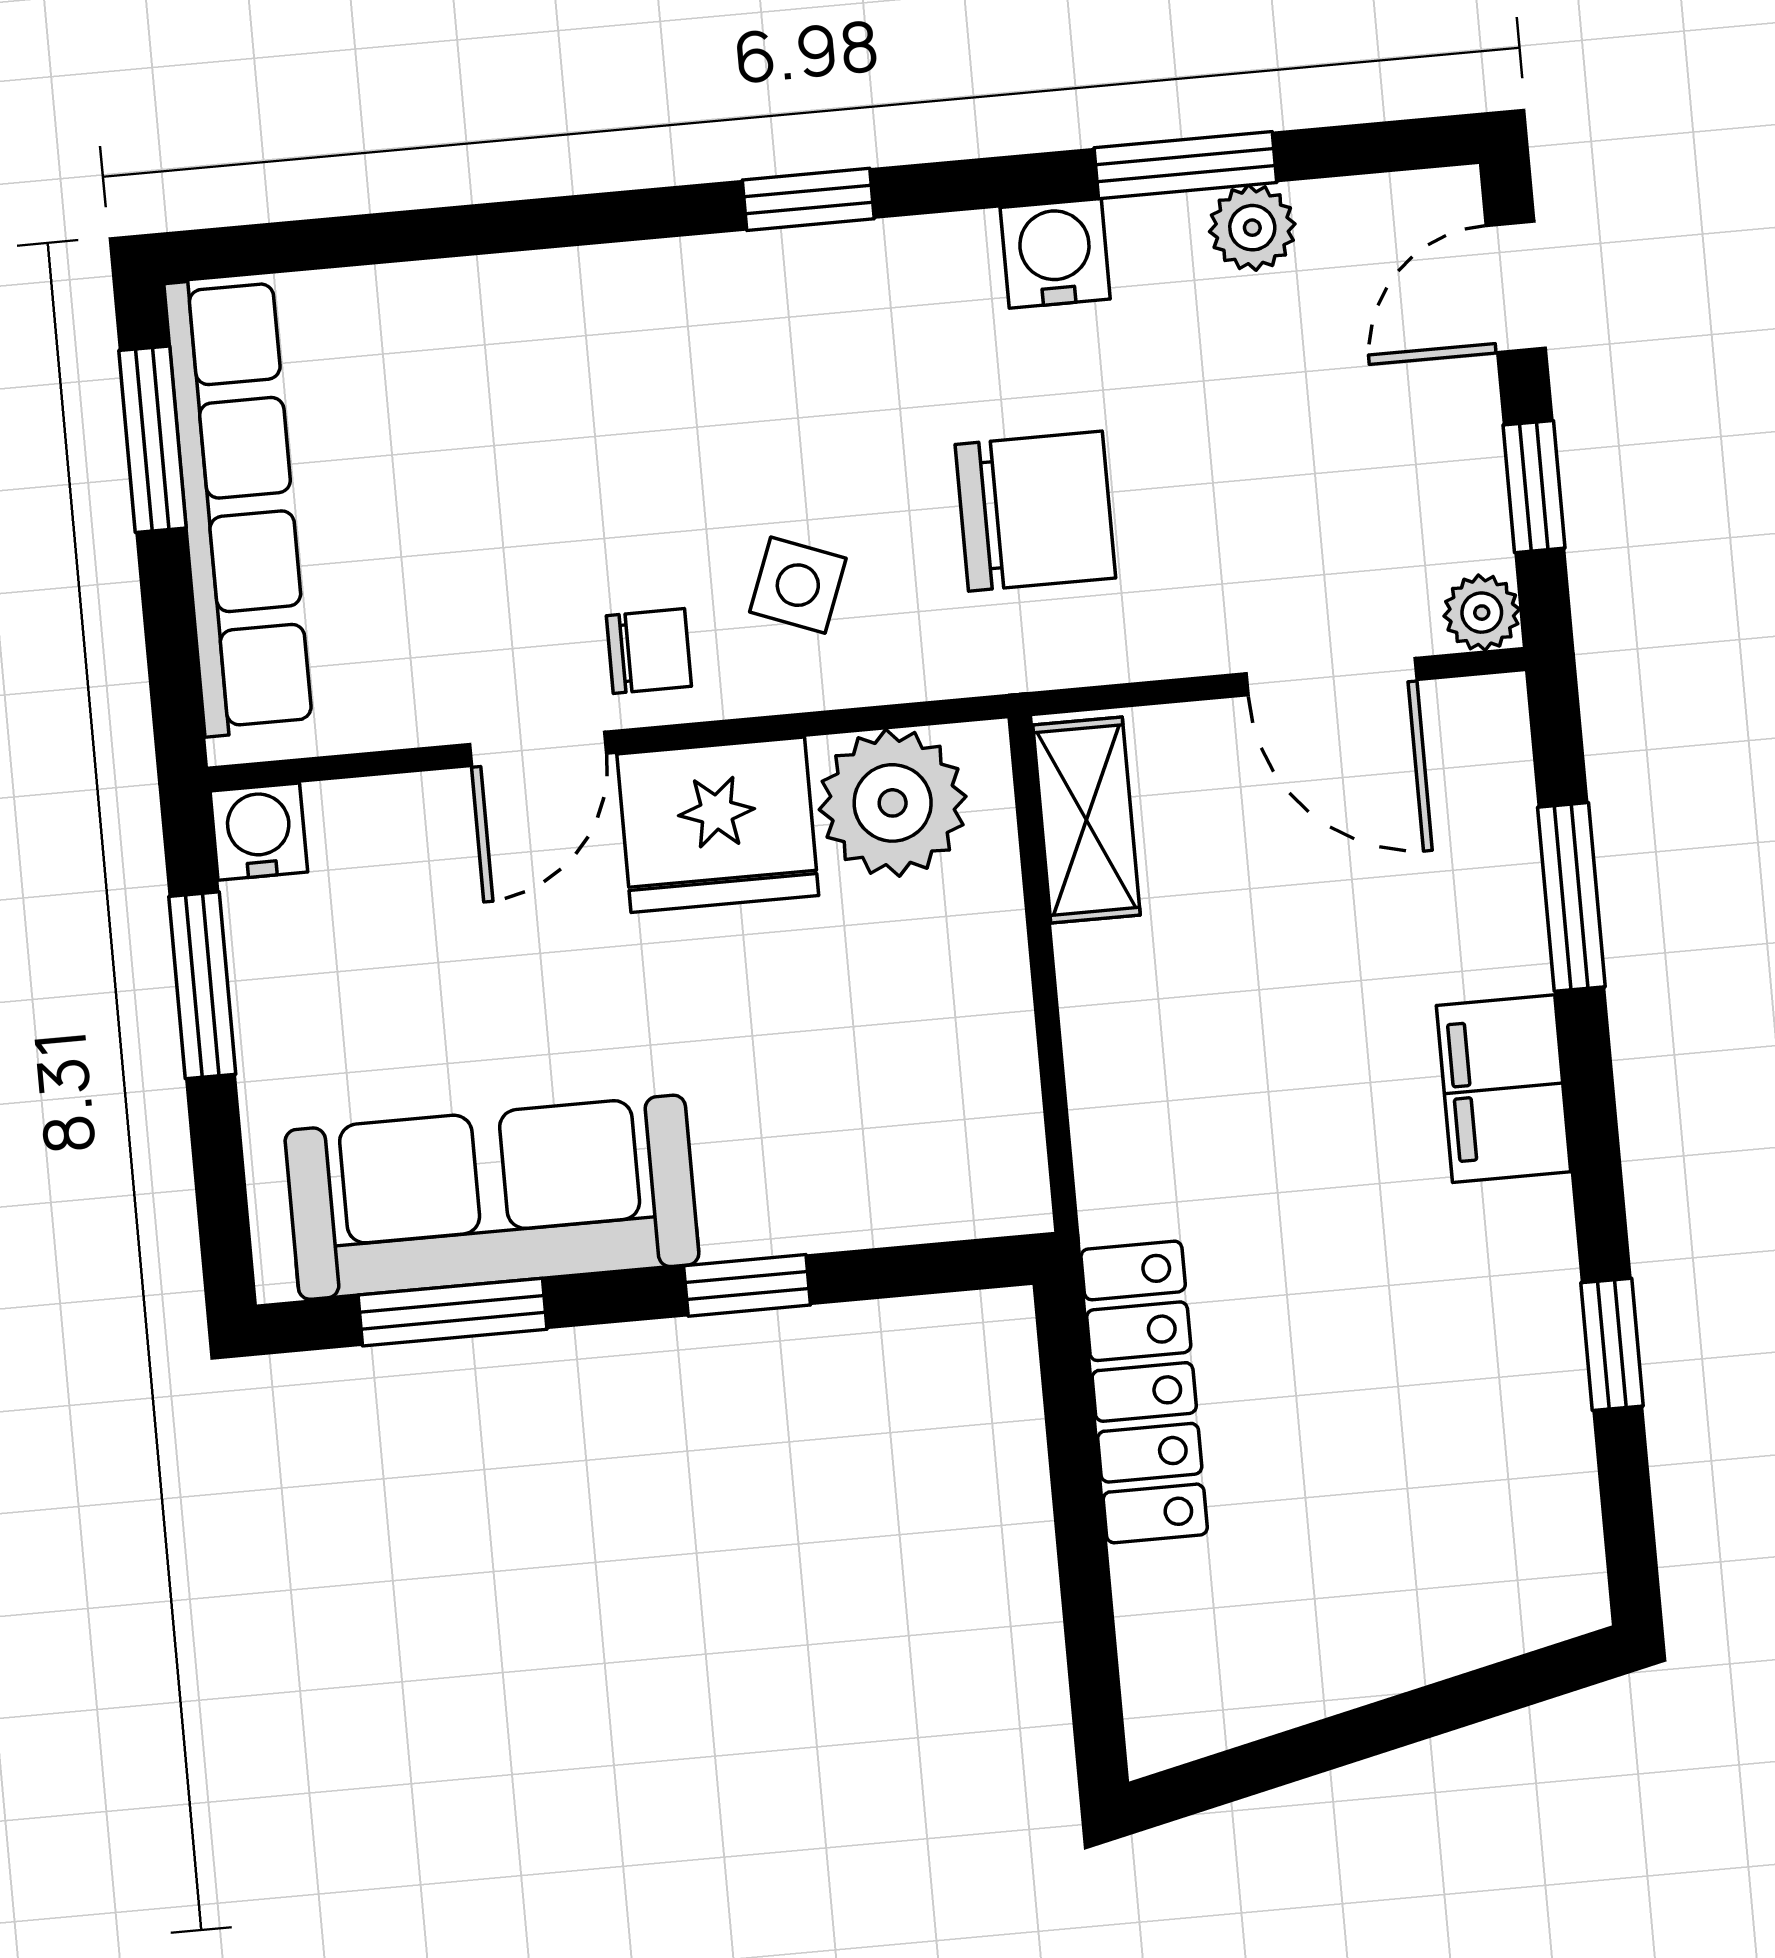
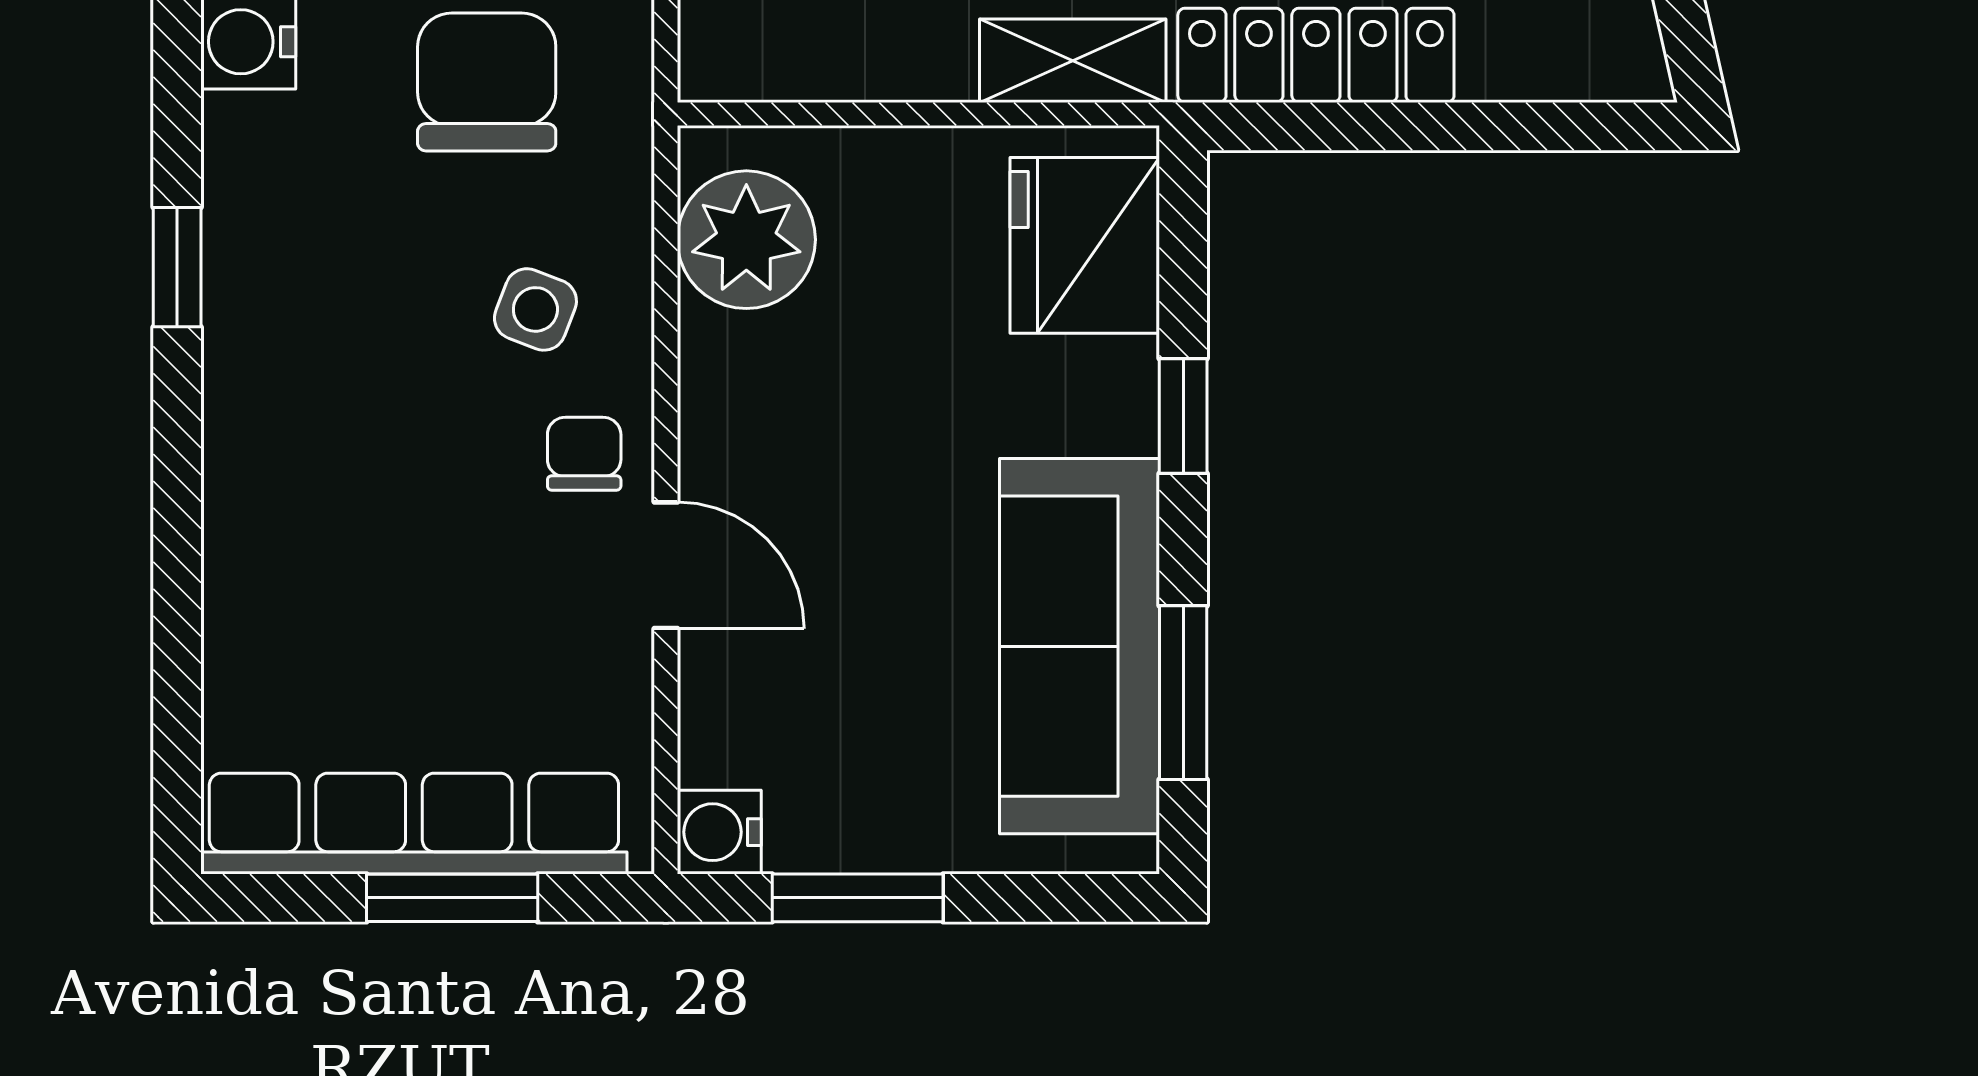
window: (152, 439) -> (452, 898), moved
shelving: (1086, 820) -> (1073, 61), moved
fridge: (718, 825) -> (1085, 245), moved, turned 180

